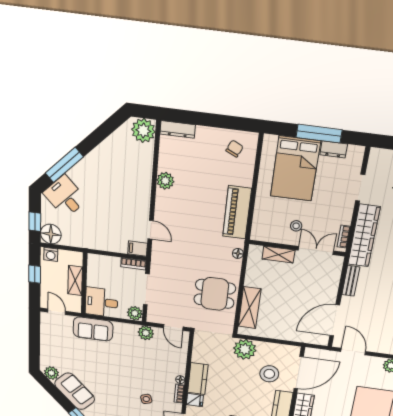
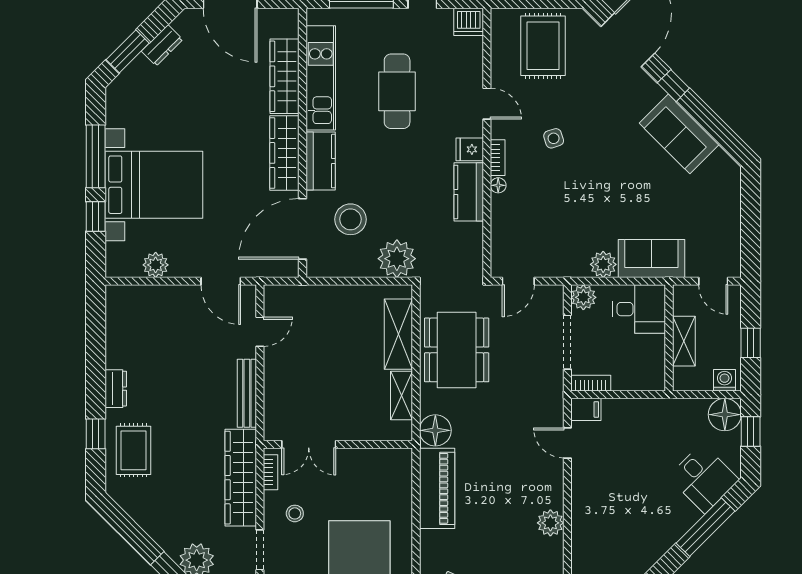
stool: (296, 226) -> (295, 513), moved
floor lamp: (238, 253) -> (435, 430), width x1.89, depth x1.89
shelving: (278, 255) -> (401, 395), moved, turned 90
bench: (351, 281) -> (247, 393), width x1.36
dining table: (215, 294) -> (457, 350), width x1.38
door: (335, 320) -> (260, 332), width x0.53
door: (173, 327) -> (518, 281), swing flipped
plant: (146, 333) -> (603, 264), moved
plant: (51, 373) -> (720, 164), removed

